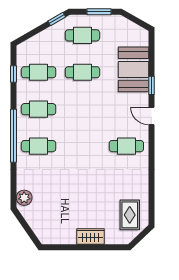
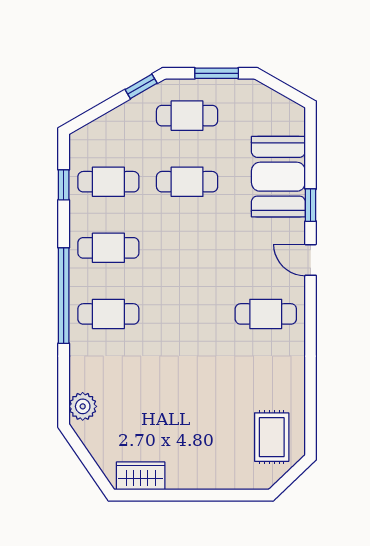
wardrobe: (91, 237) -> (141, 476), moved

